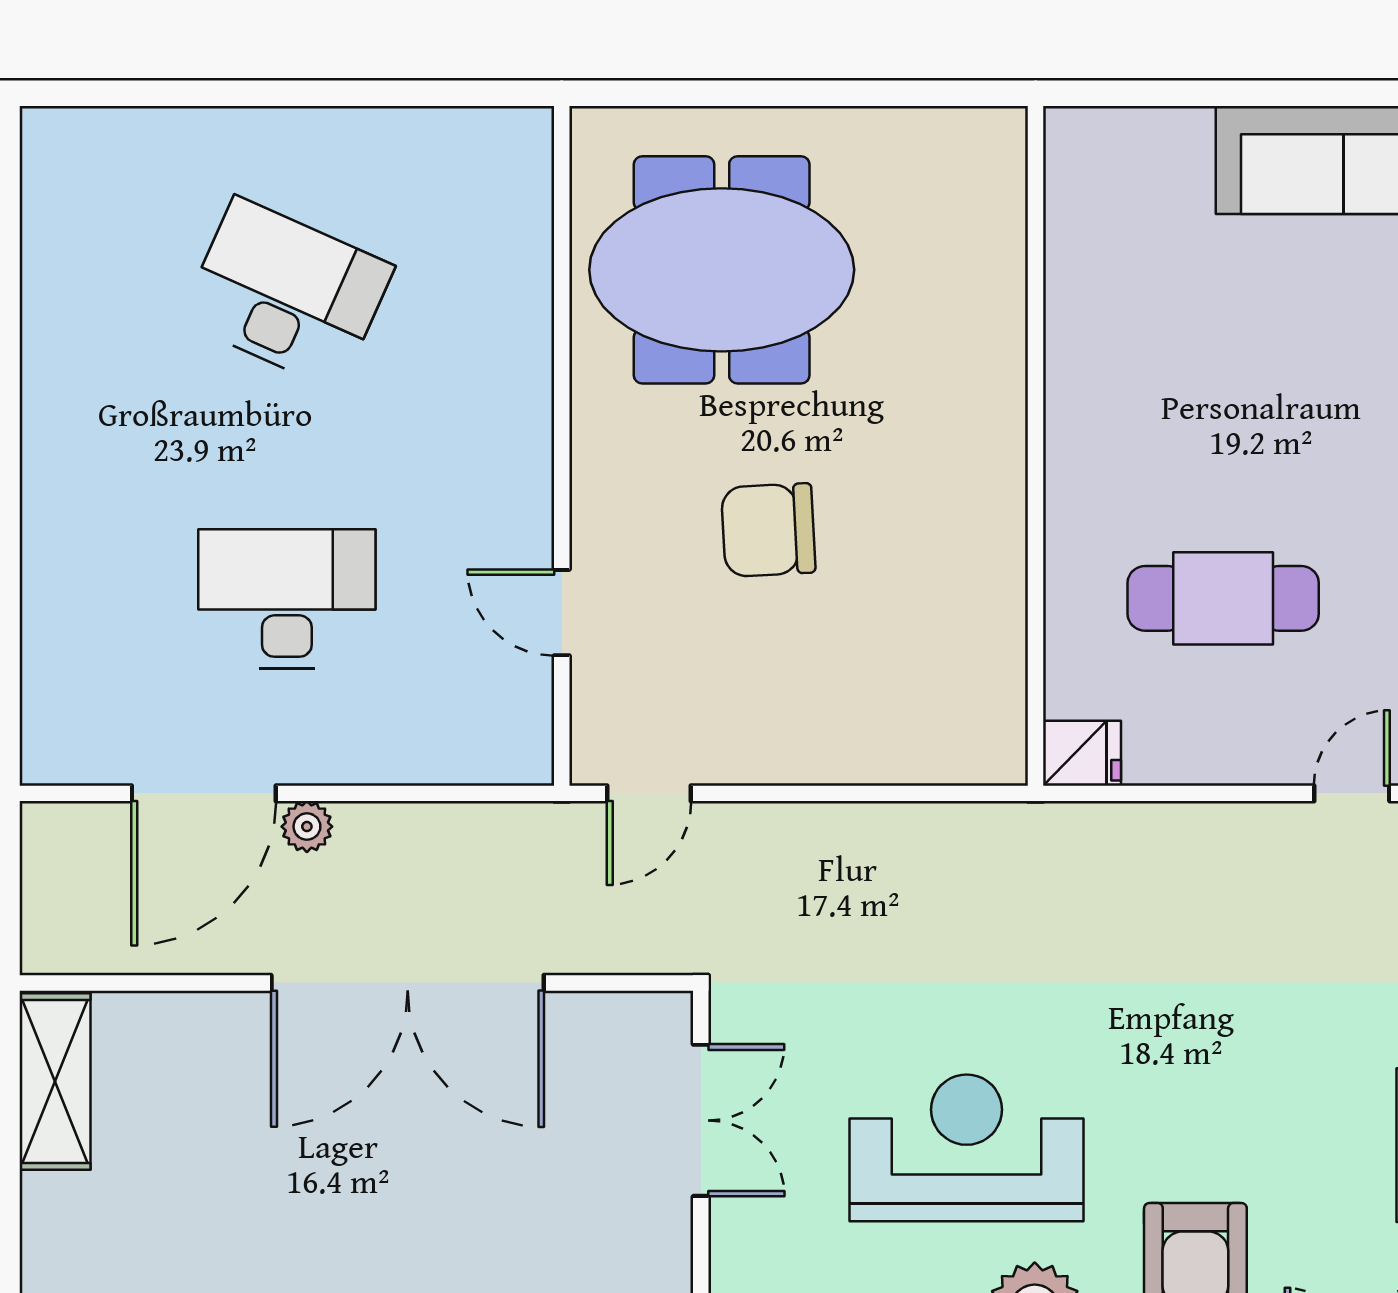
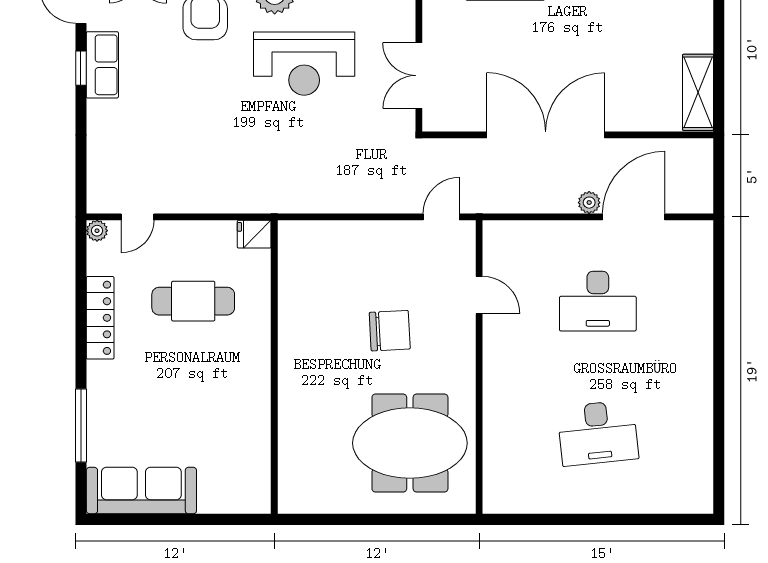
desk: (287, 293) -> (598, 433), turned -30

